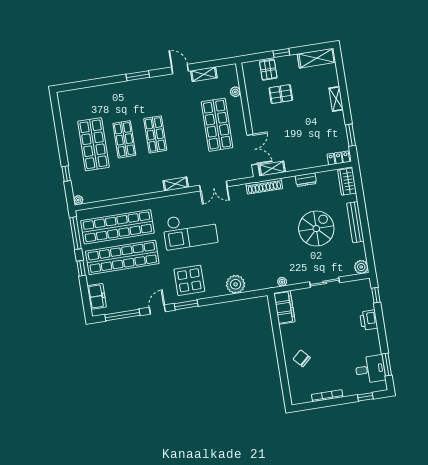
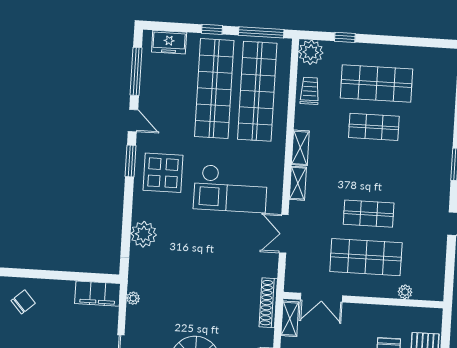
shelving: (204, 74) -> (300, 148), moved
shop shelf: (155, 134) -> (369, 214), moved
trolley: (109, 190) -> (310, 91), added
plant: (78, 200) -> (311, 52), width x1.88, depth x1.88
checkout: (190, 230) -> (230, 189), turned -90

